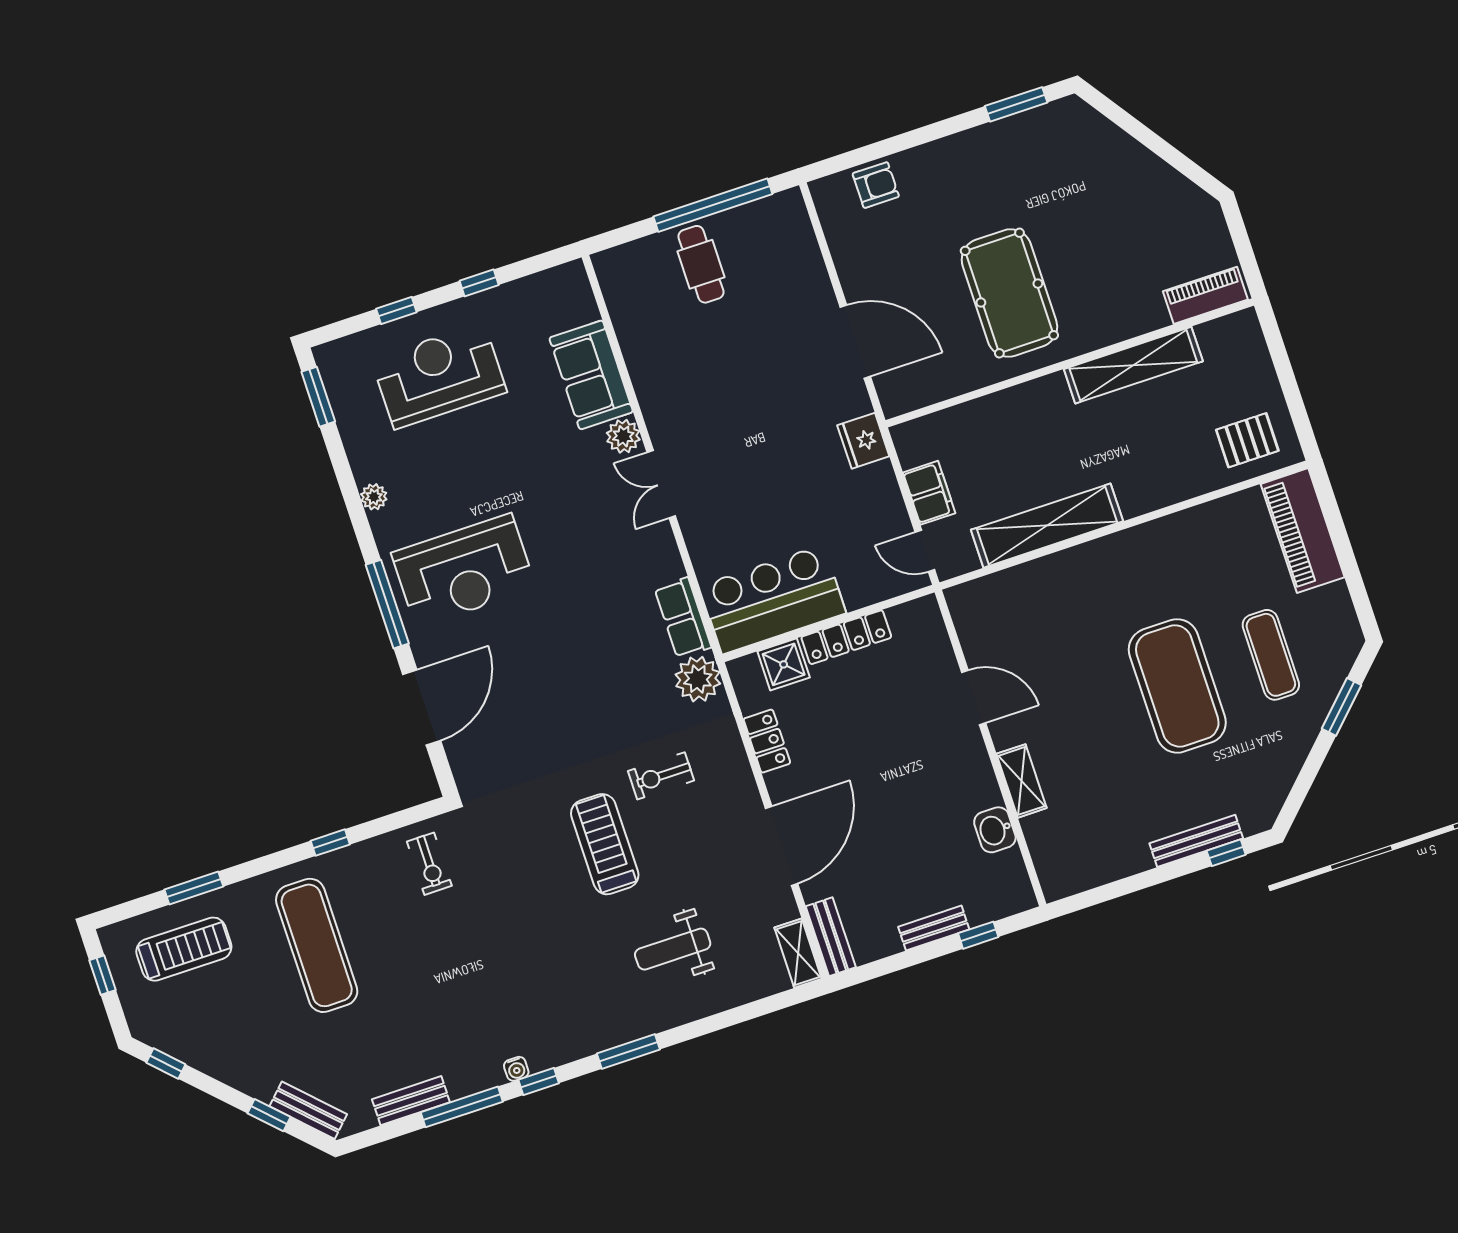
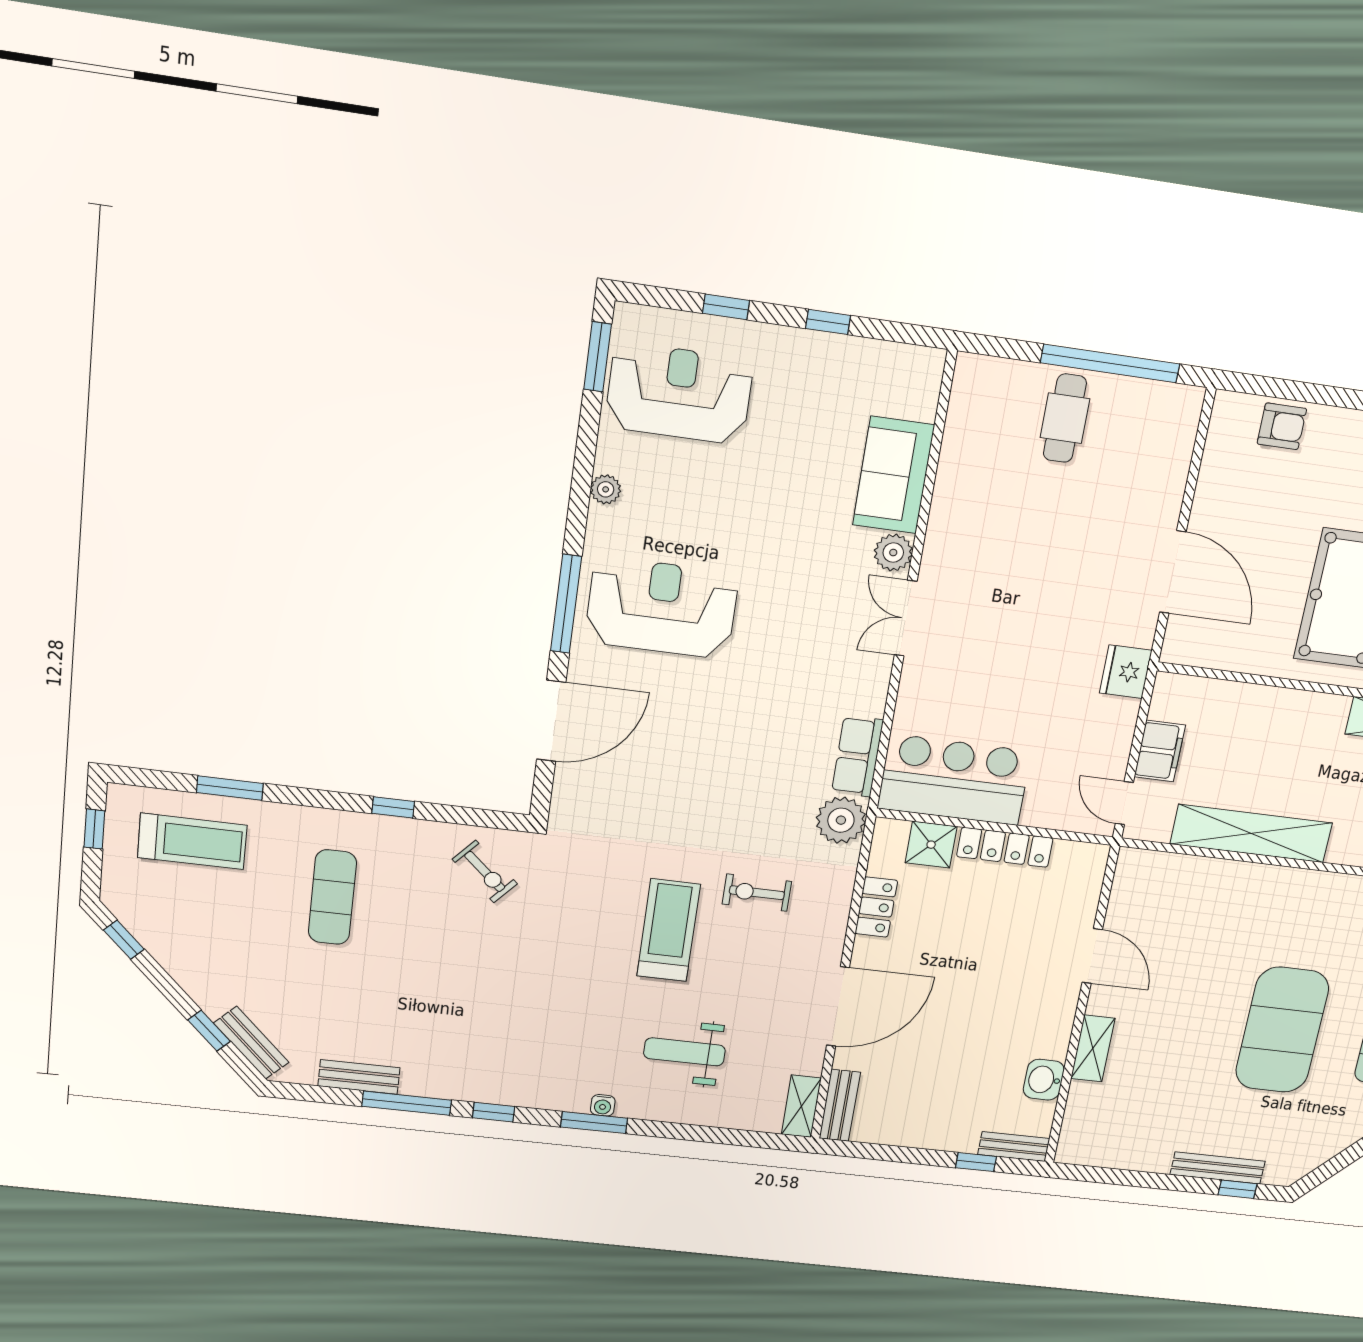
reception desk: (439, 376) -> (679, 393), moved
reception desk: (464, 571) -> (662, 608), turned 180
exercise bike: (429, 864) -> (485, 871), turned -48
bench: (934, 928) -> (1014, 1147), moved
exercise mat: (317, 945) -> (332, 897), width x0.73, depth x0.69
water cooler: (516, 1069) -> (603, 1105), moved

